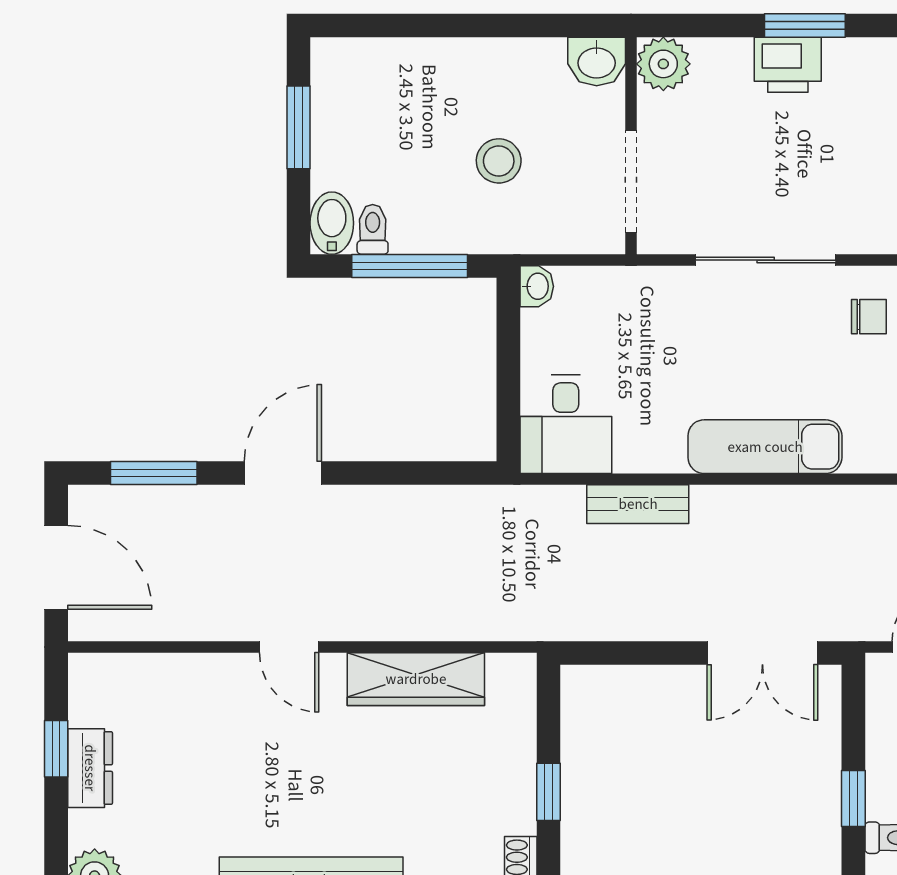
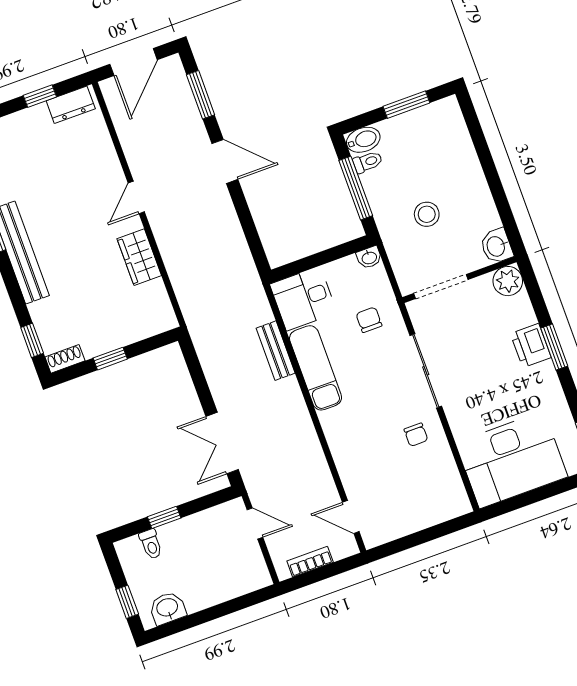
chair: (643, 325) -> (369, 320), added
exam couch: (765, 447) -> (316, 368), moved
wardrobe: (416, 679) -> (139, 257), width x0.67
dresser: (90, 768) -> (71, 105), moved

